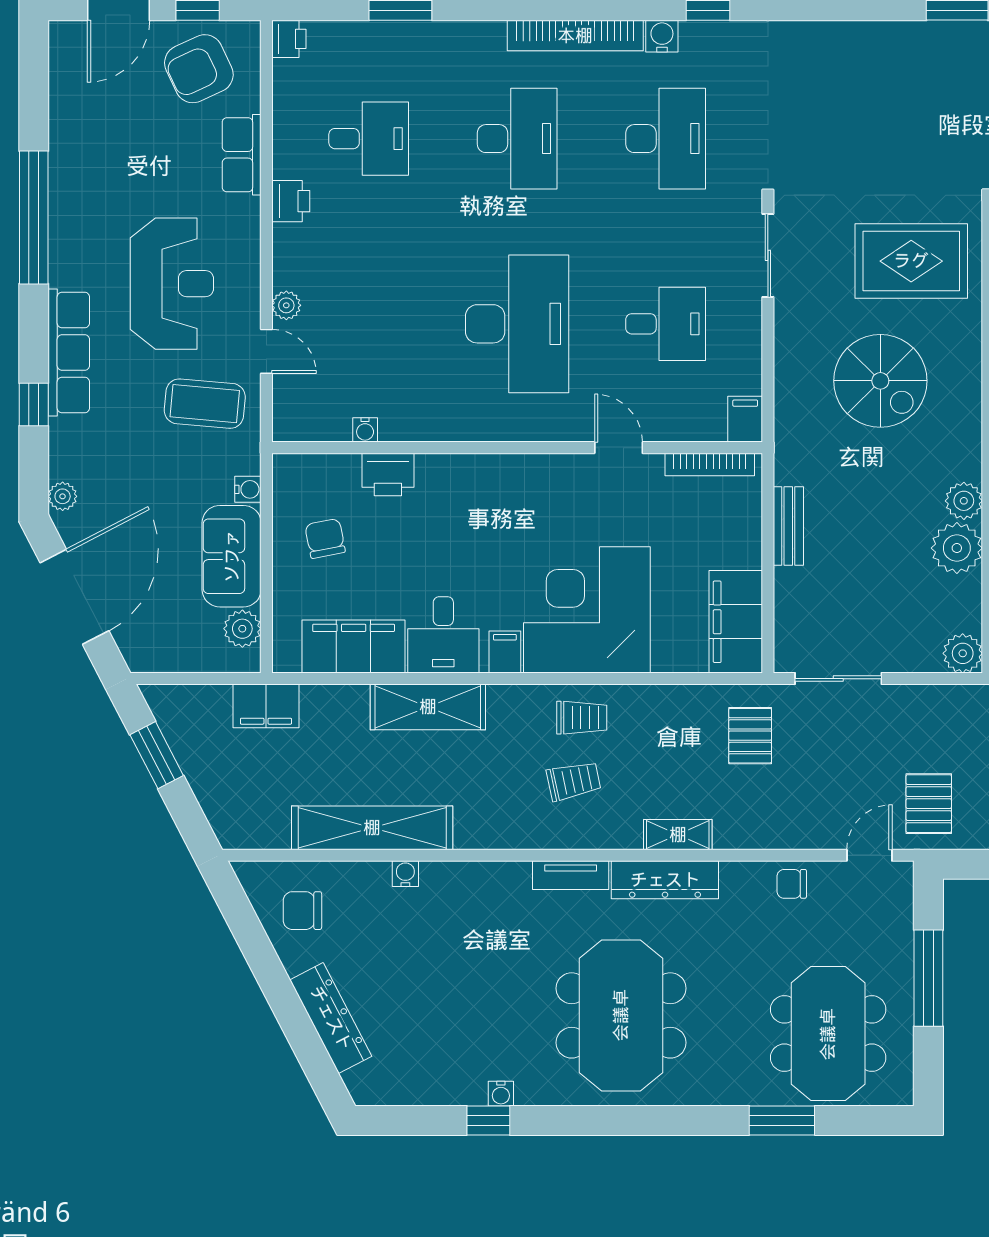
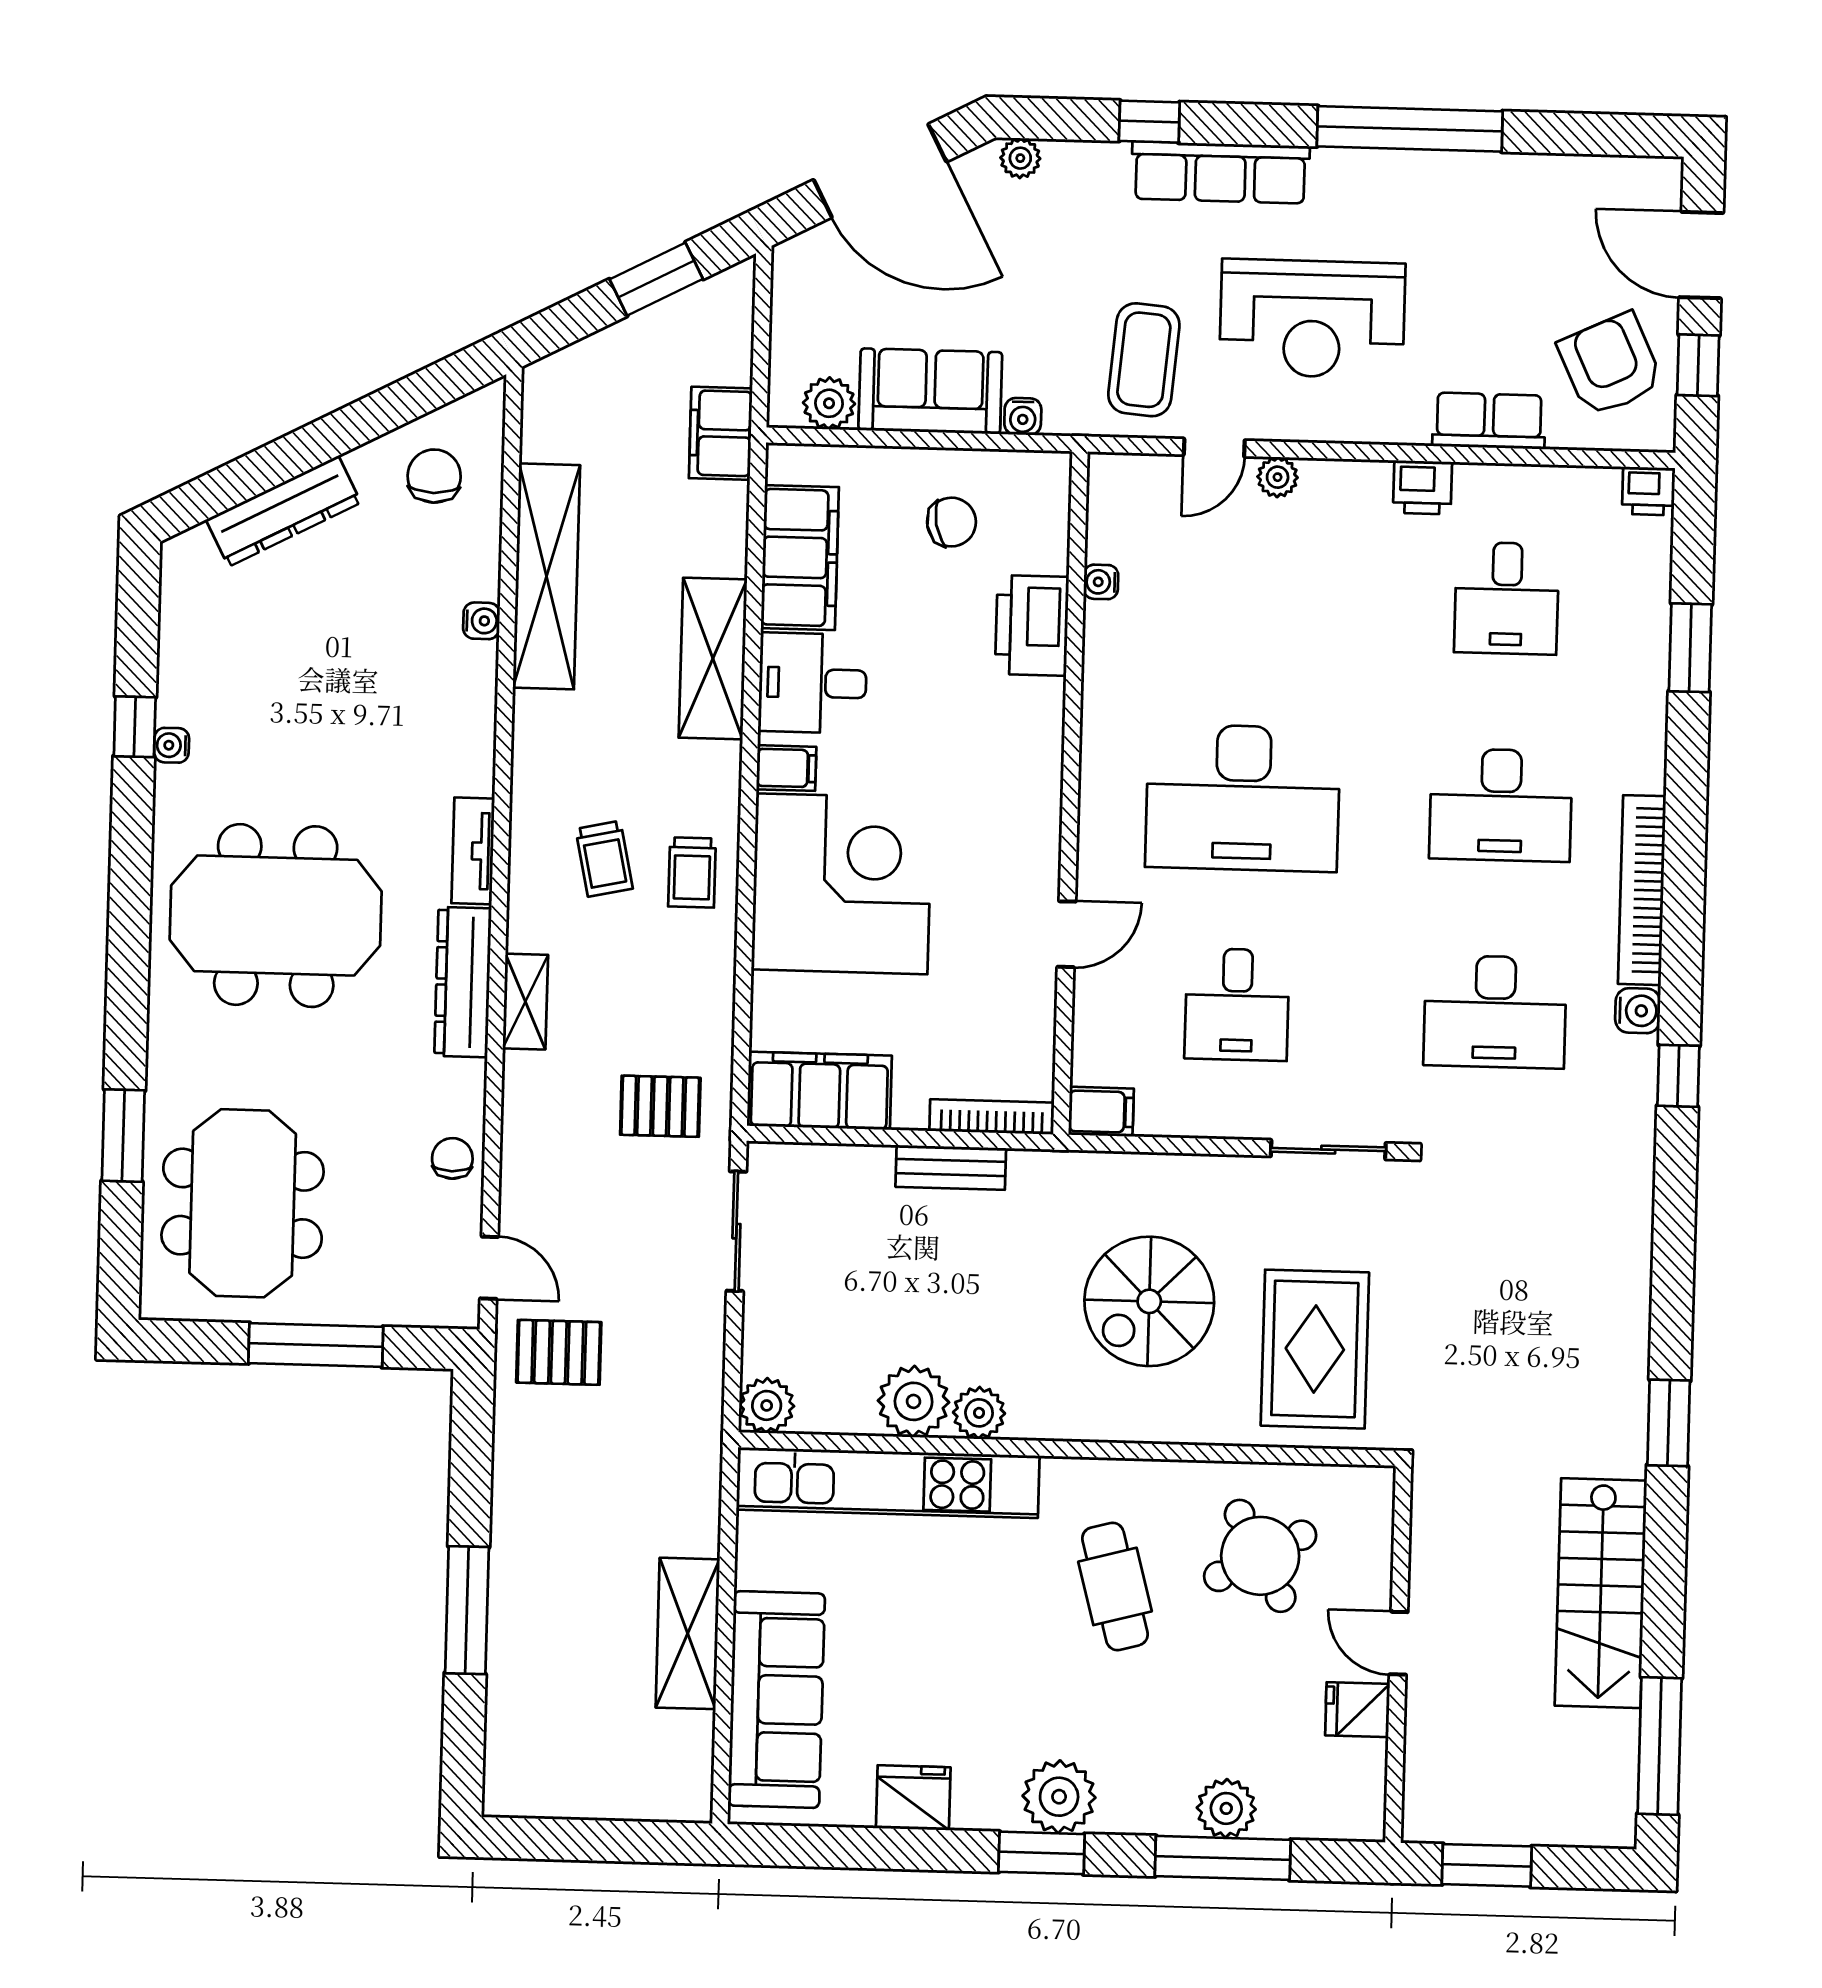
bookcase: (710, 464) -> (992, 1117), moved, turned 90
printer: (388, 474) -> (1032, 625), width x1.37, depth x1.19
meeting table: (828, 1034) -> (243, 1203), turned 90

